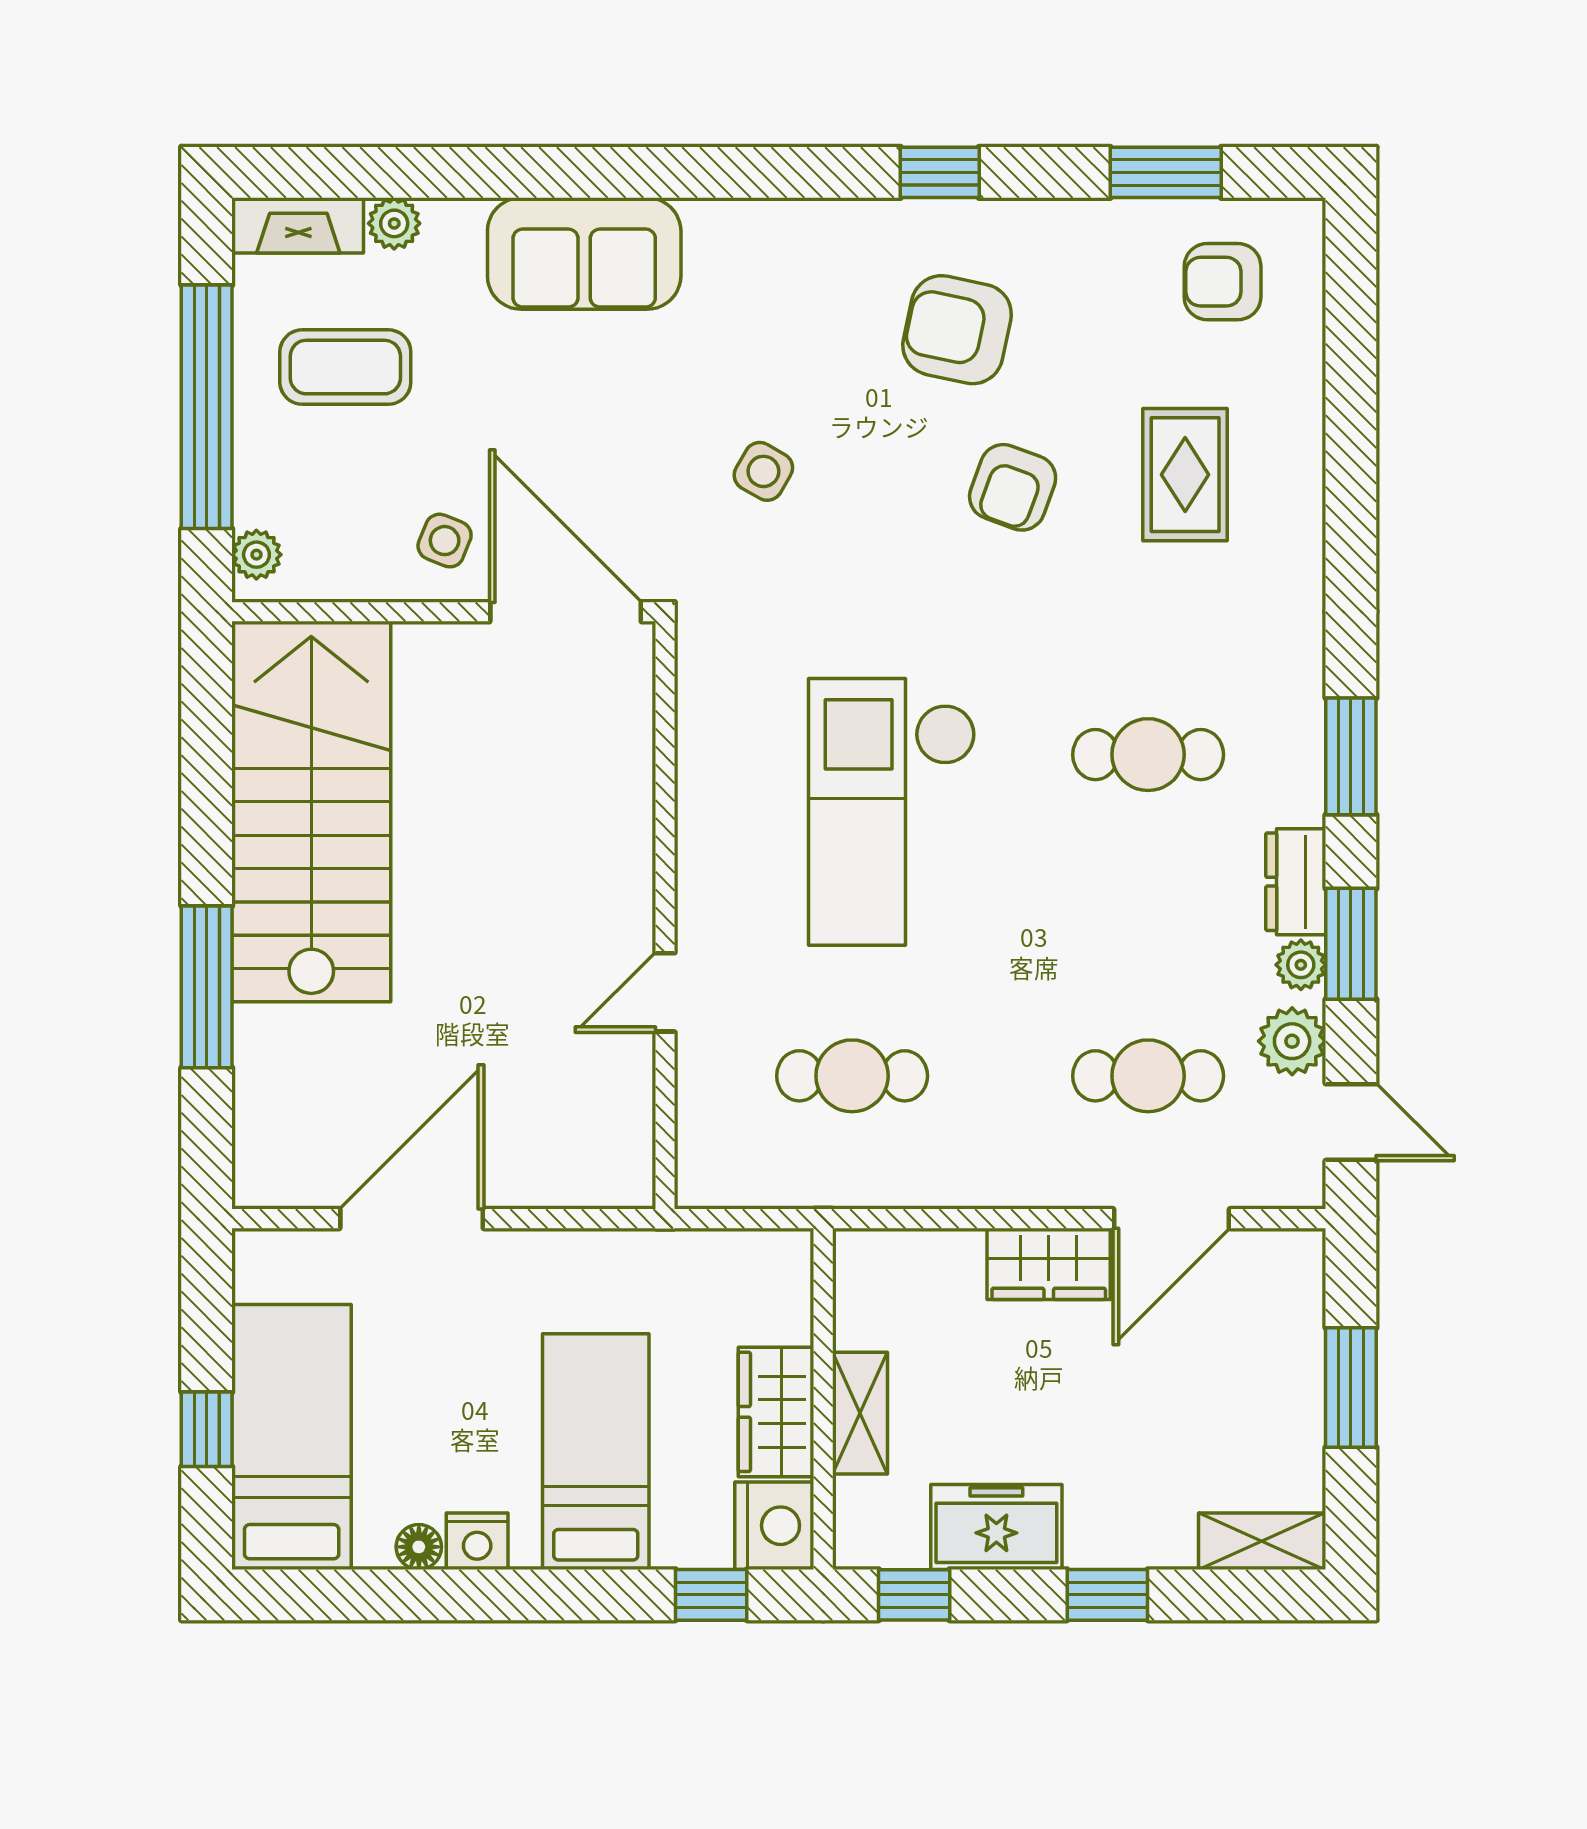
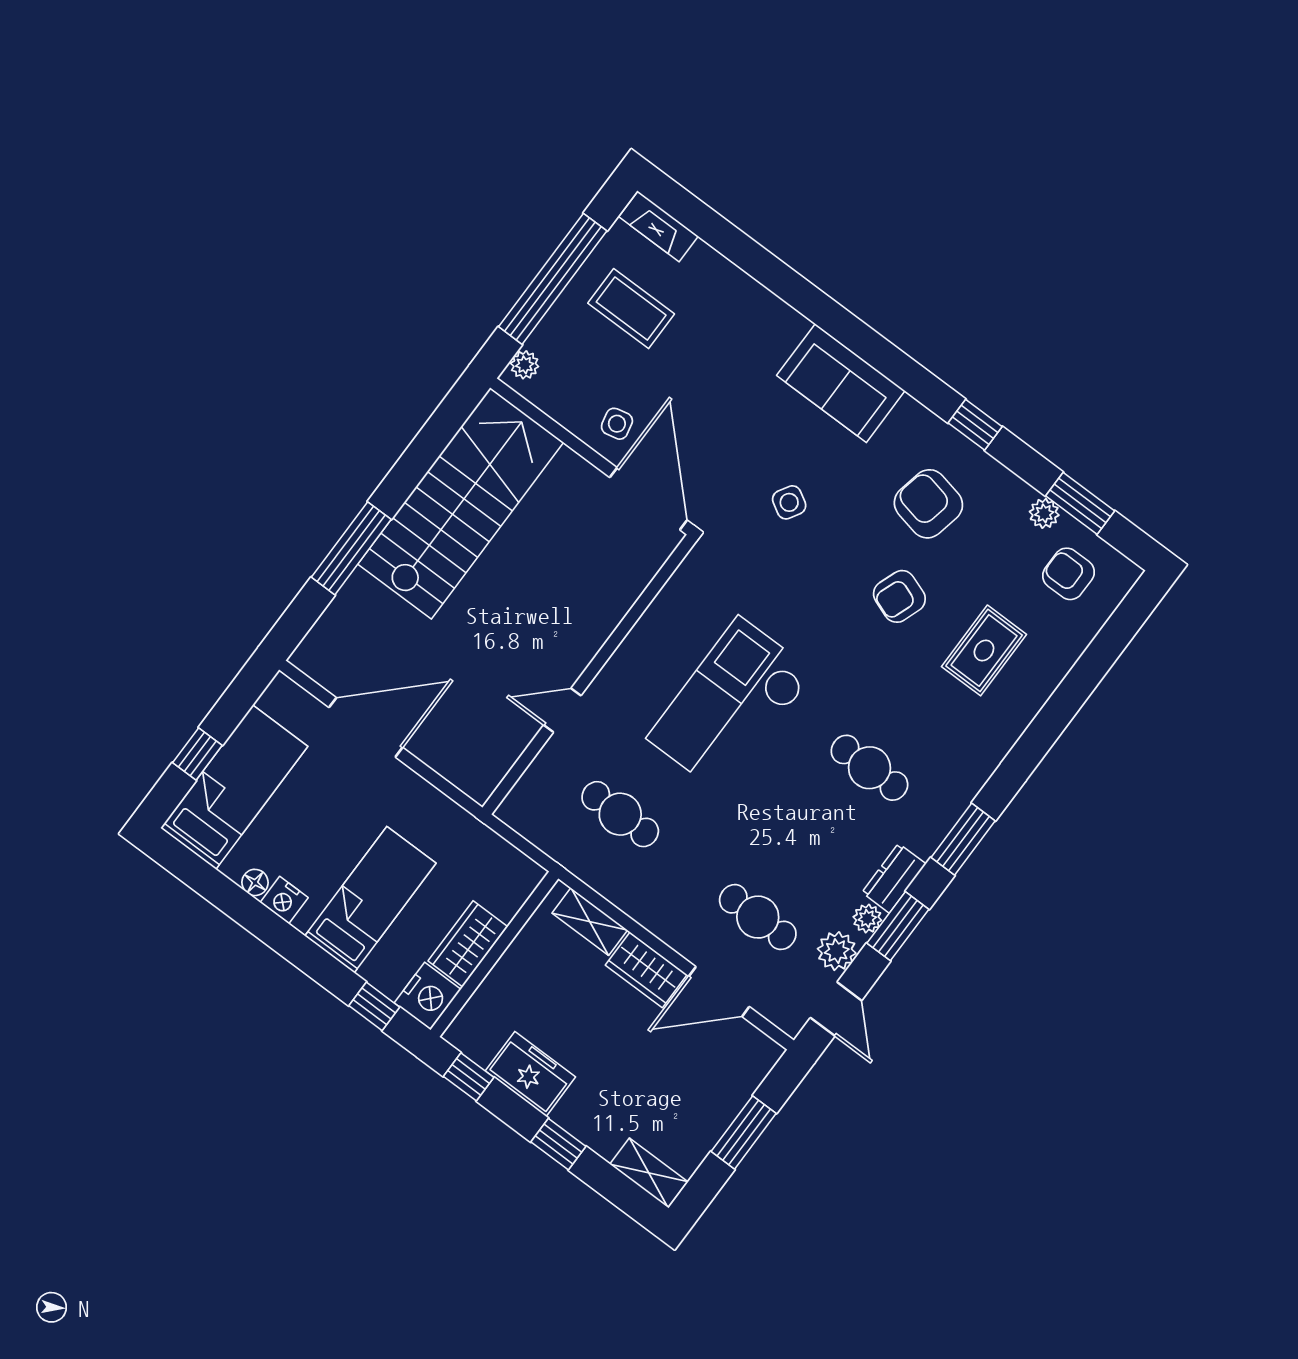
plant: (394, 223) -> (1044, 513), moved
sofa: (584, 254) -> (841, 383), moved
side table: (445, 541) -> (617, 424), turned -35
shelving: (860, 1413) -> (590, 922), moved, turned 90

